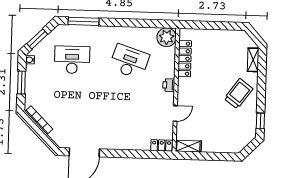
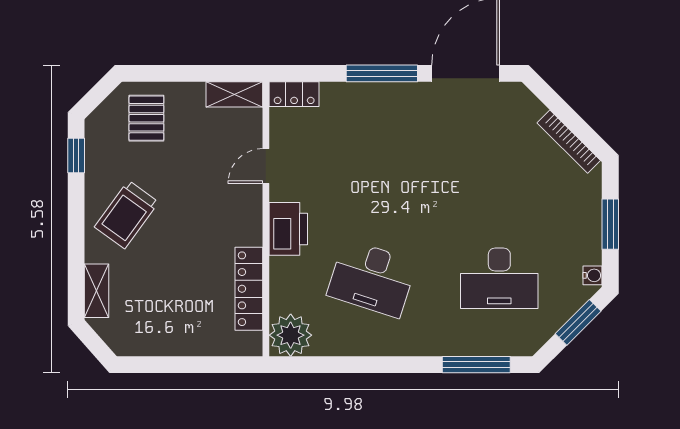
printer: (169, 85) -> (288, 229), width x1.87, depth x1.48
pallet: (228, 137) -> (146, 118), added
window: (122, 154) -> (382, 73), added

